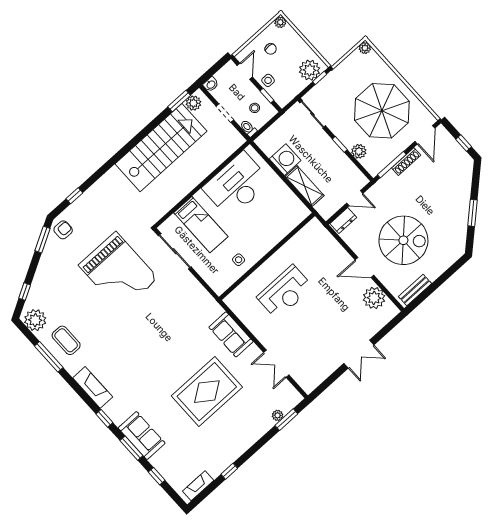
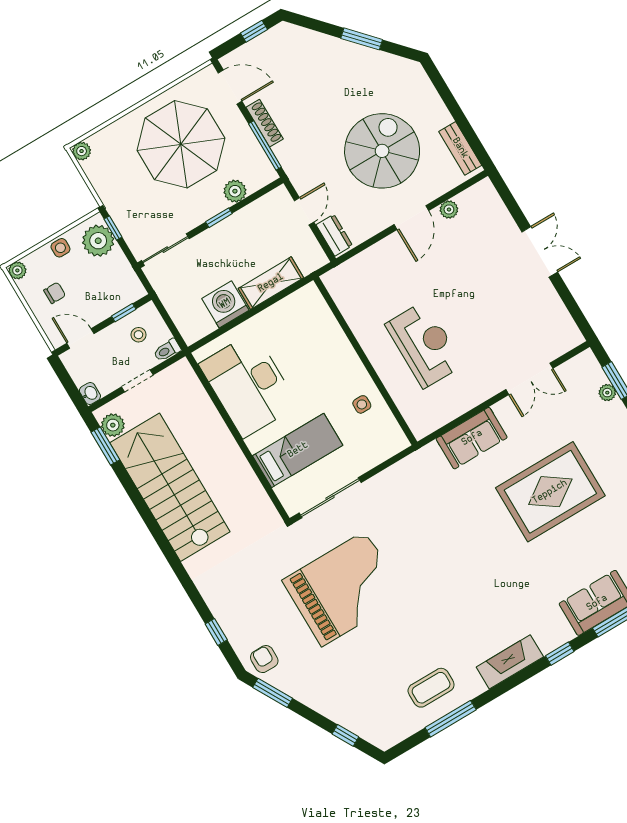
side table: (268, 80) -> (60, 248), moved
plant: (374, 298) -> (449, 210), width x0.53, depth x0.53
plant: (35, 320) -> (391, 728), removed
rug: (207, 392) -> (550, 492), turned 90

